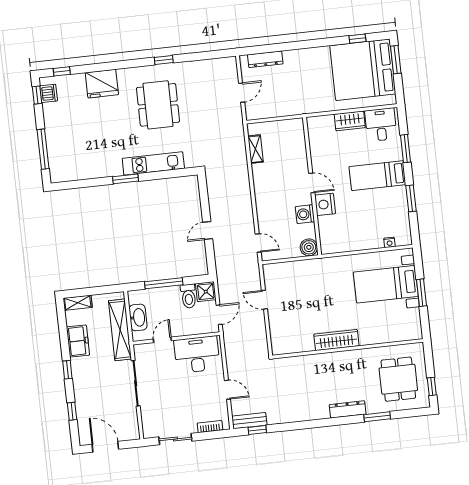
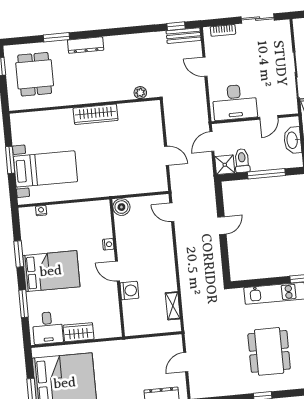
bed: (377, 176) -> (51, 271), width x1.50
nightstand: (325, 204) -> (108, 244), width x0.53, depth x0.56
washing machine: (305, 214) -> (129, 291), moved
plant: (292, 363) -> (140, 93), added

